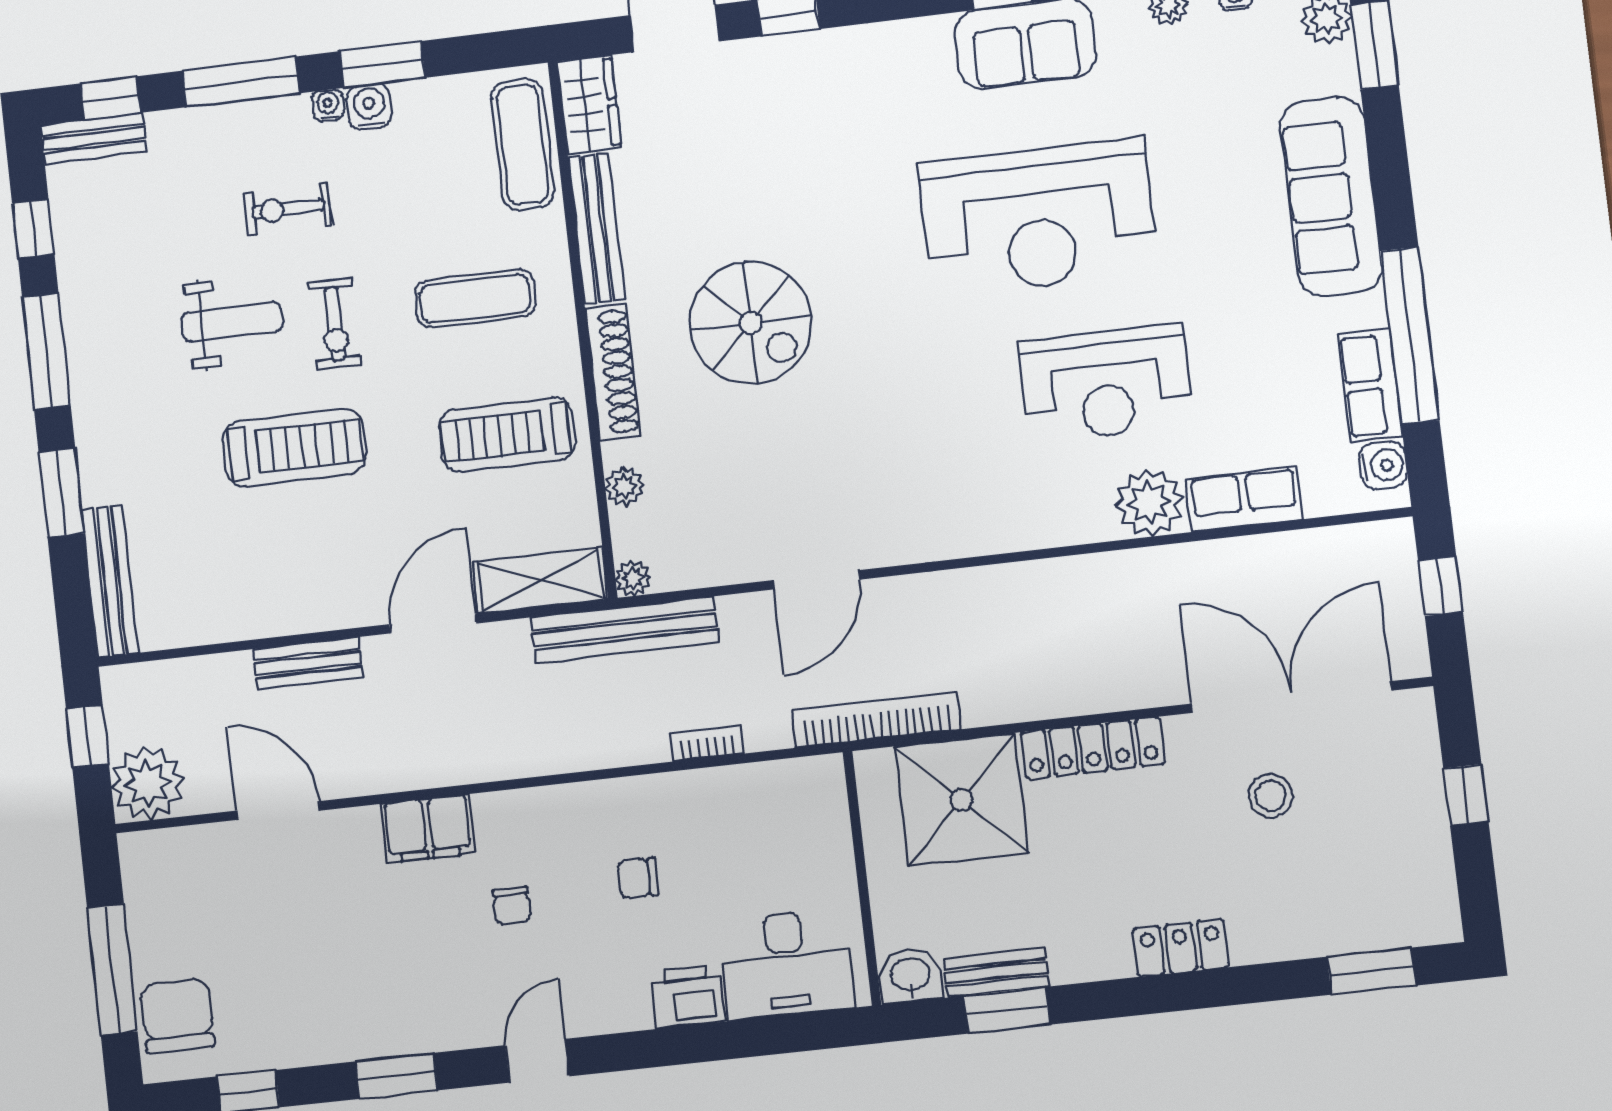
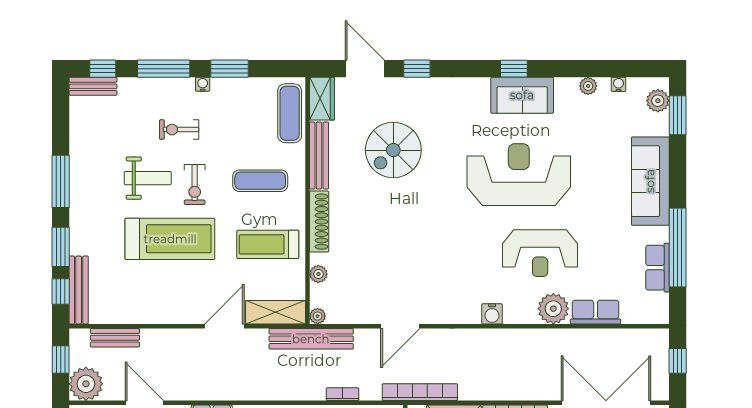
water cooler: (369, 107) -> (221, 87), removed
reception desk: (1038, 217) -> (519, 175), turned 180
window: (33, 229) -> (61, 291), moved
spiral stairs: (751, 323) -> (393, 150), moved, turned 90
treadmill: (294, 448) -> (170, 239), width x1.37, depth x1.37
water cooler: (1383, 465) -> (492, 314), moved, turned 90
bench: (308, 663) -> (115, 338), moved

